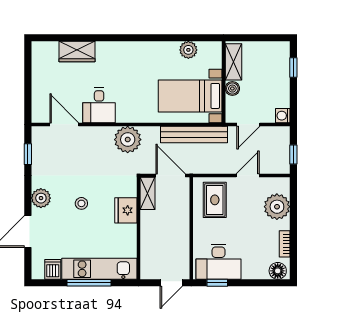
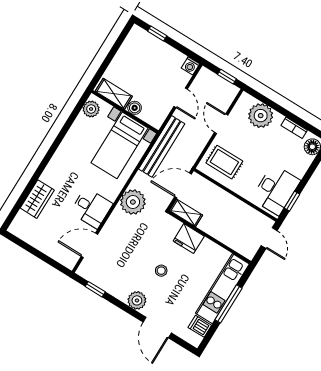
shelving: (233, 62) -> (114, 94), moved
wall: (224, 82) -> (125, 112), moved
boiler: (232, 89) -> (135, 108), moved
bed with nightstands: (190, 96) -> (120, 145), moved

